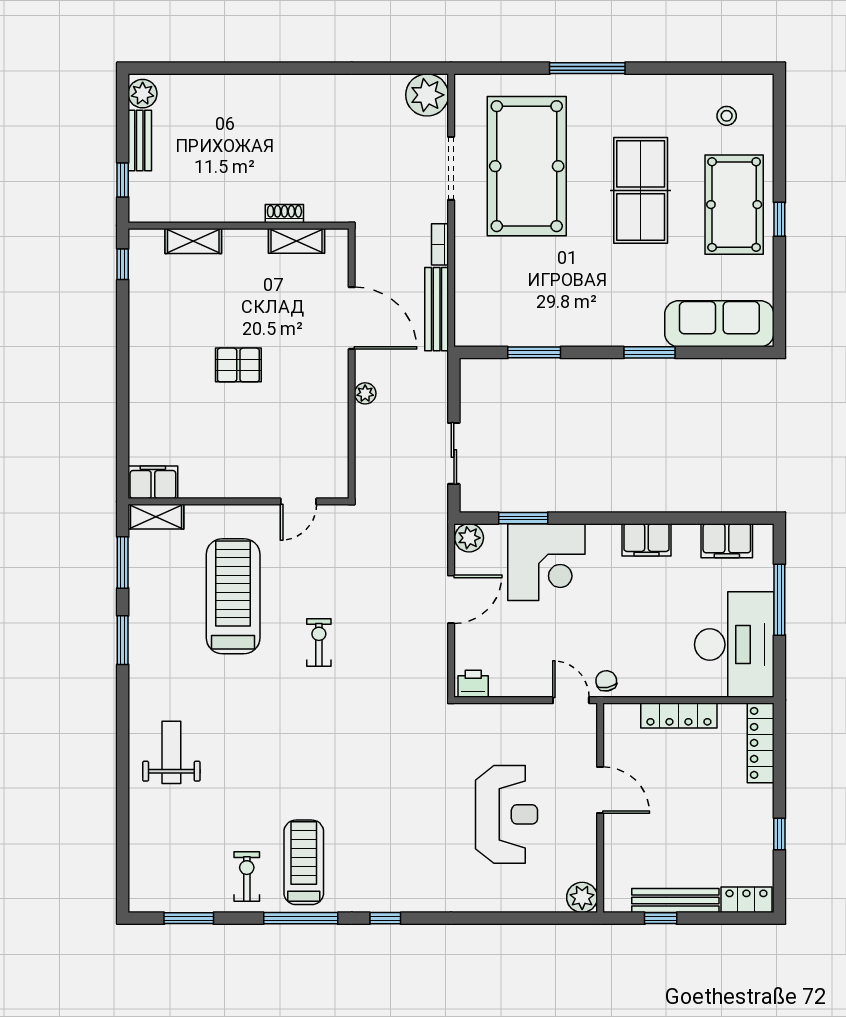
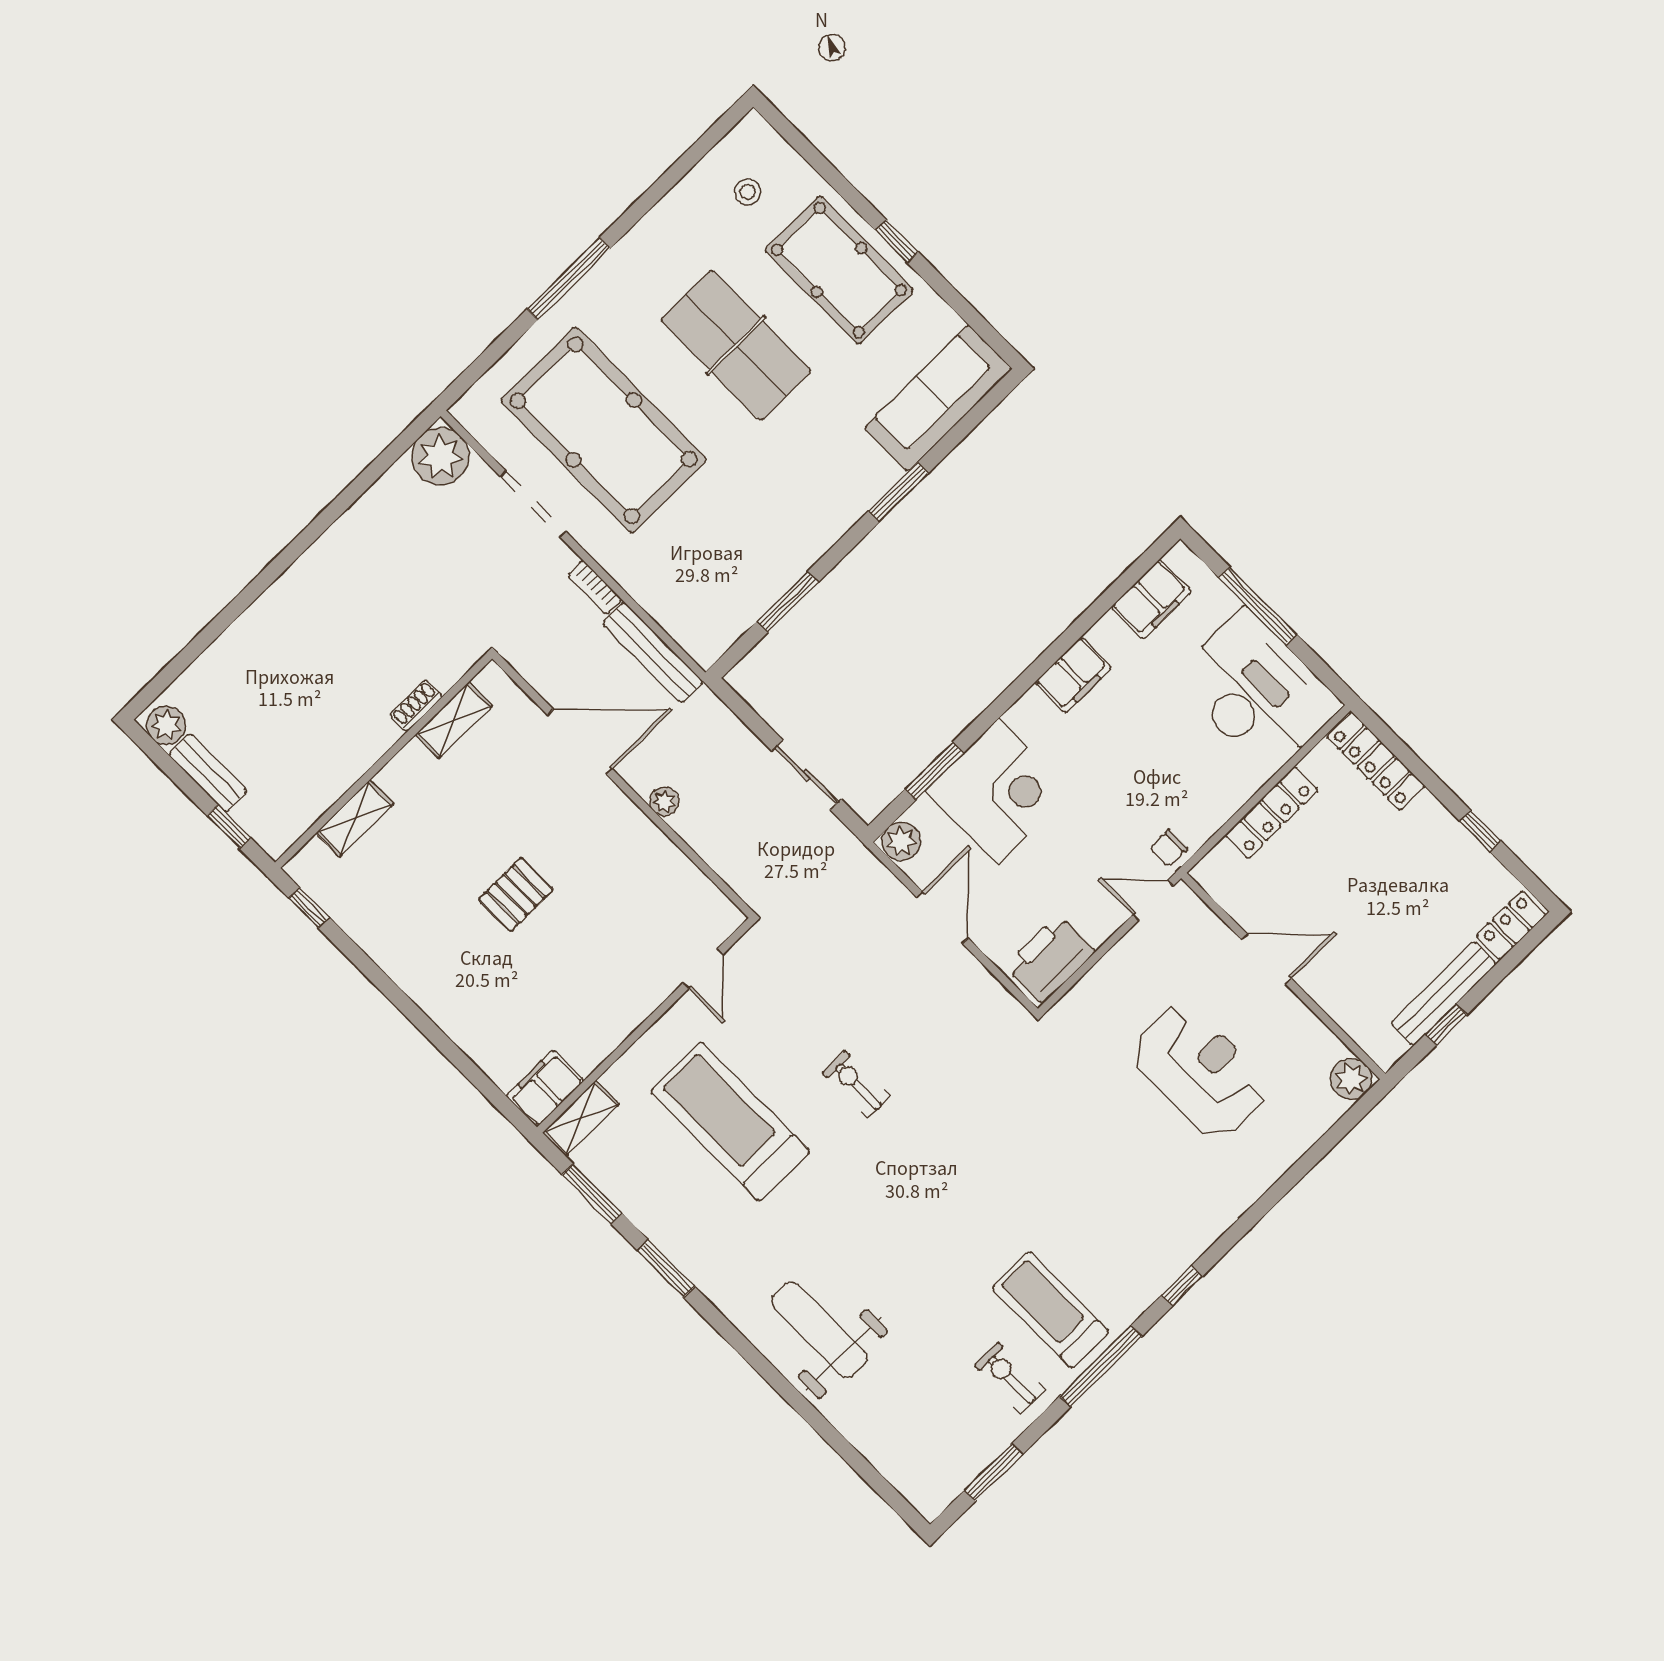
chair: (606, 681) -> (1169, 848), turned -80
printer: (473, 684) -> (1050, 959), width x1.87, depth x1.48
weight bench: (171, 752) -> (819, 1330), width x1.36, depth x1.33

